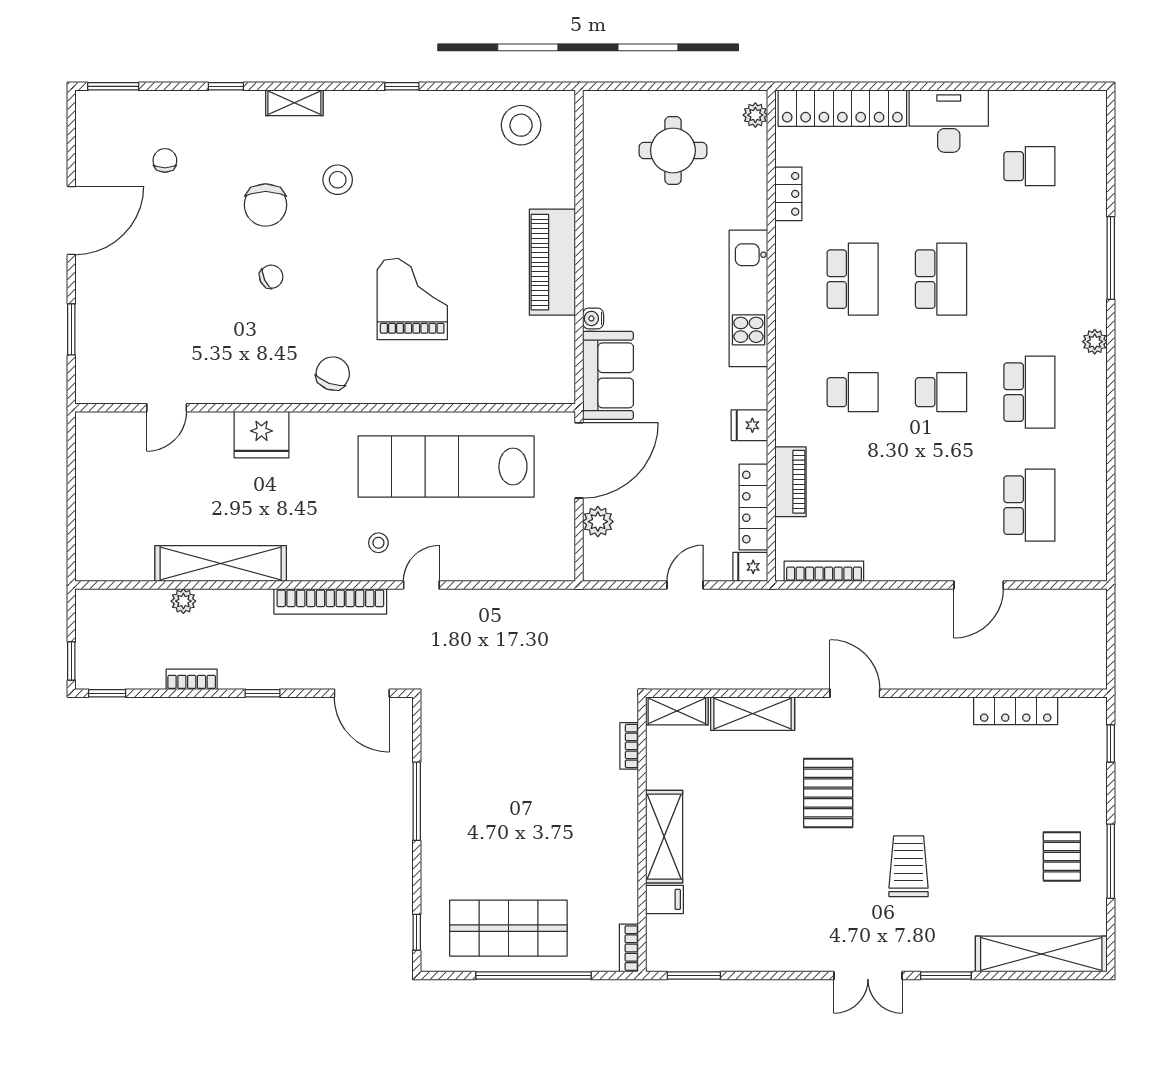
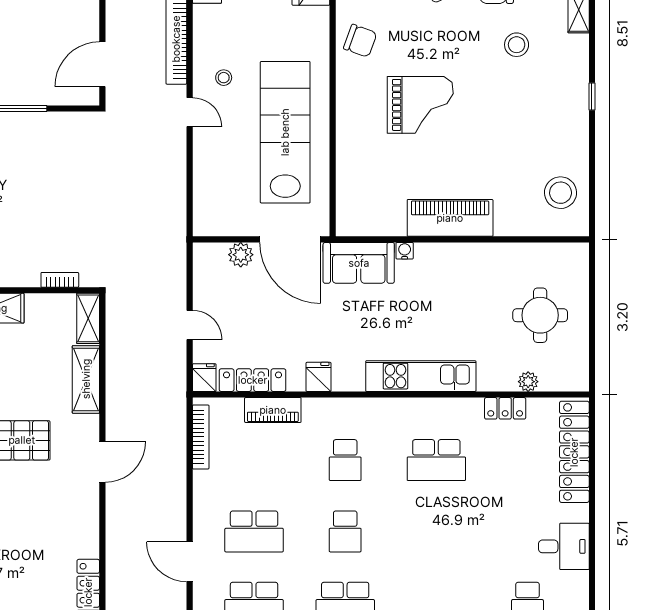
plant: (755, 115) -> (528, 382), moved
desk: (949, 121) -> (564, 546), width x0.73
school desk: (941, 279) -> (254, 531), moved

